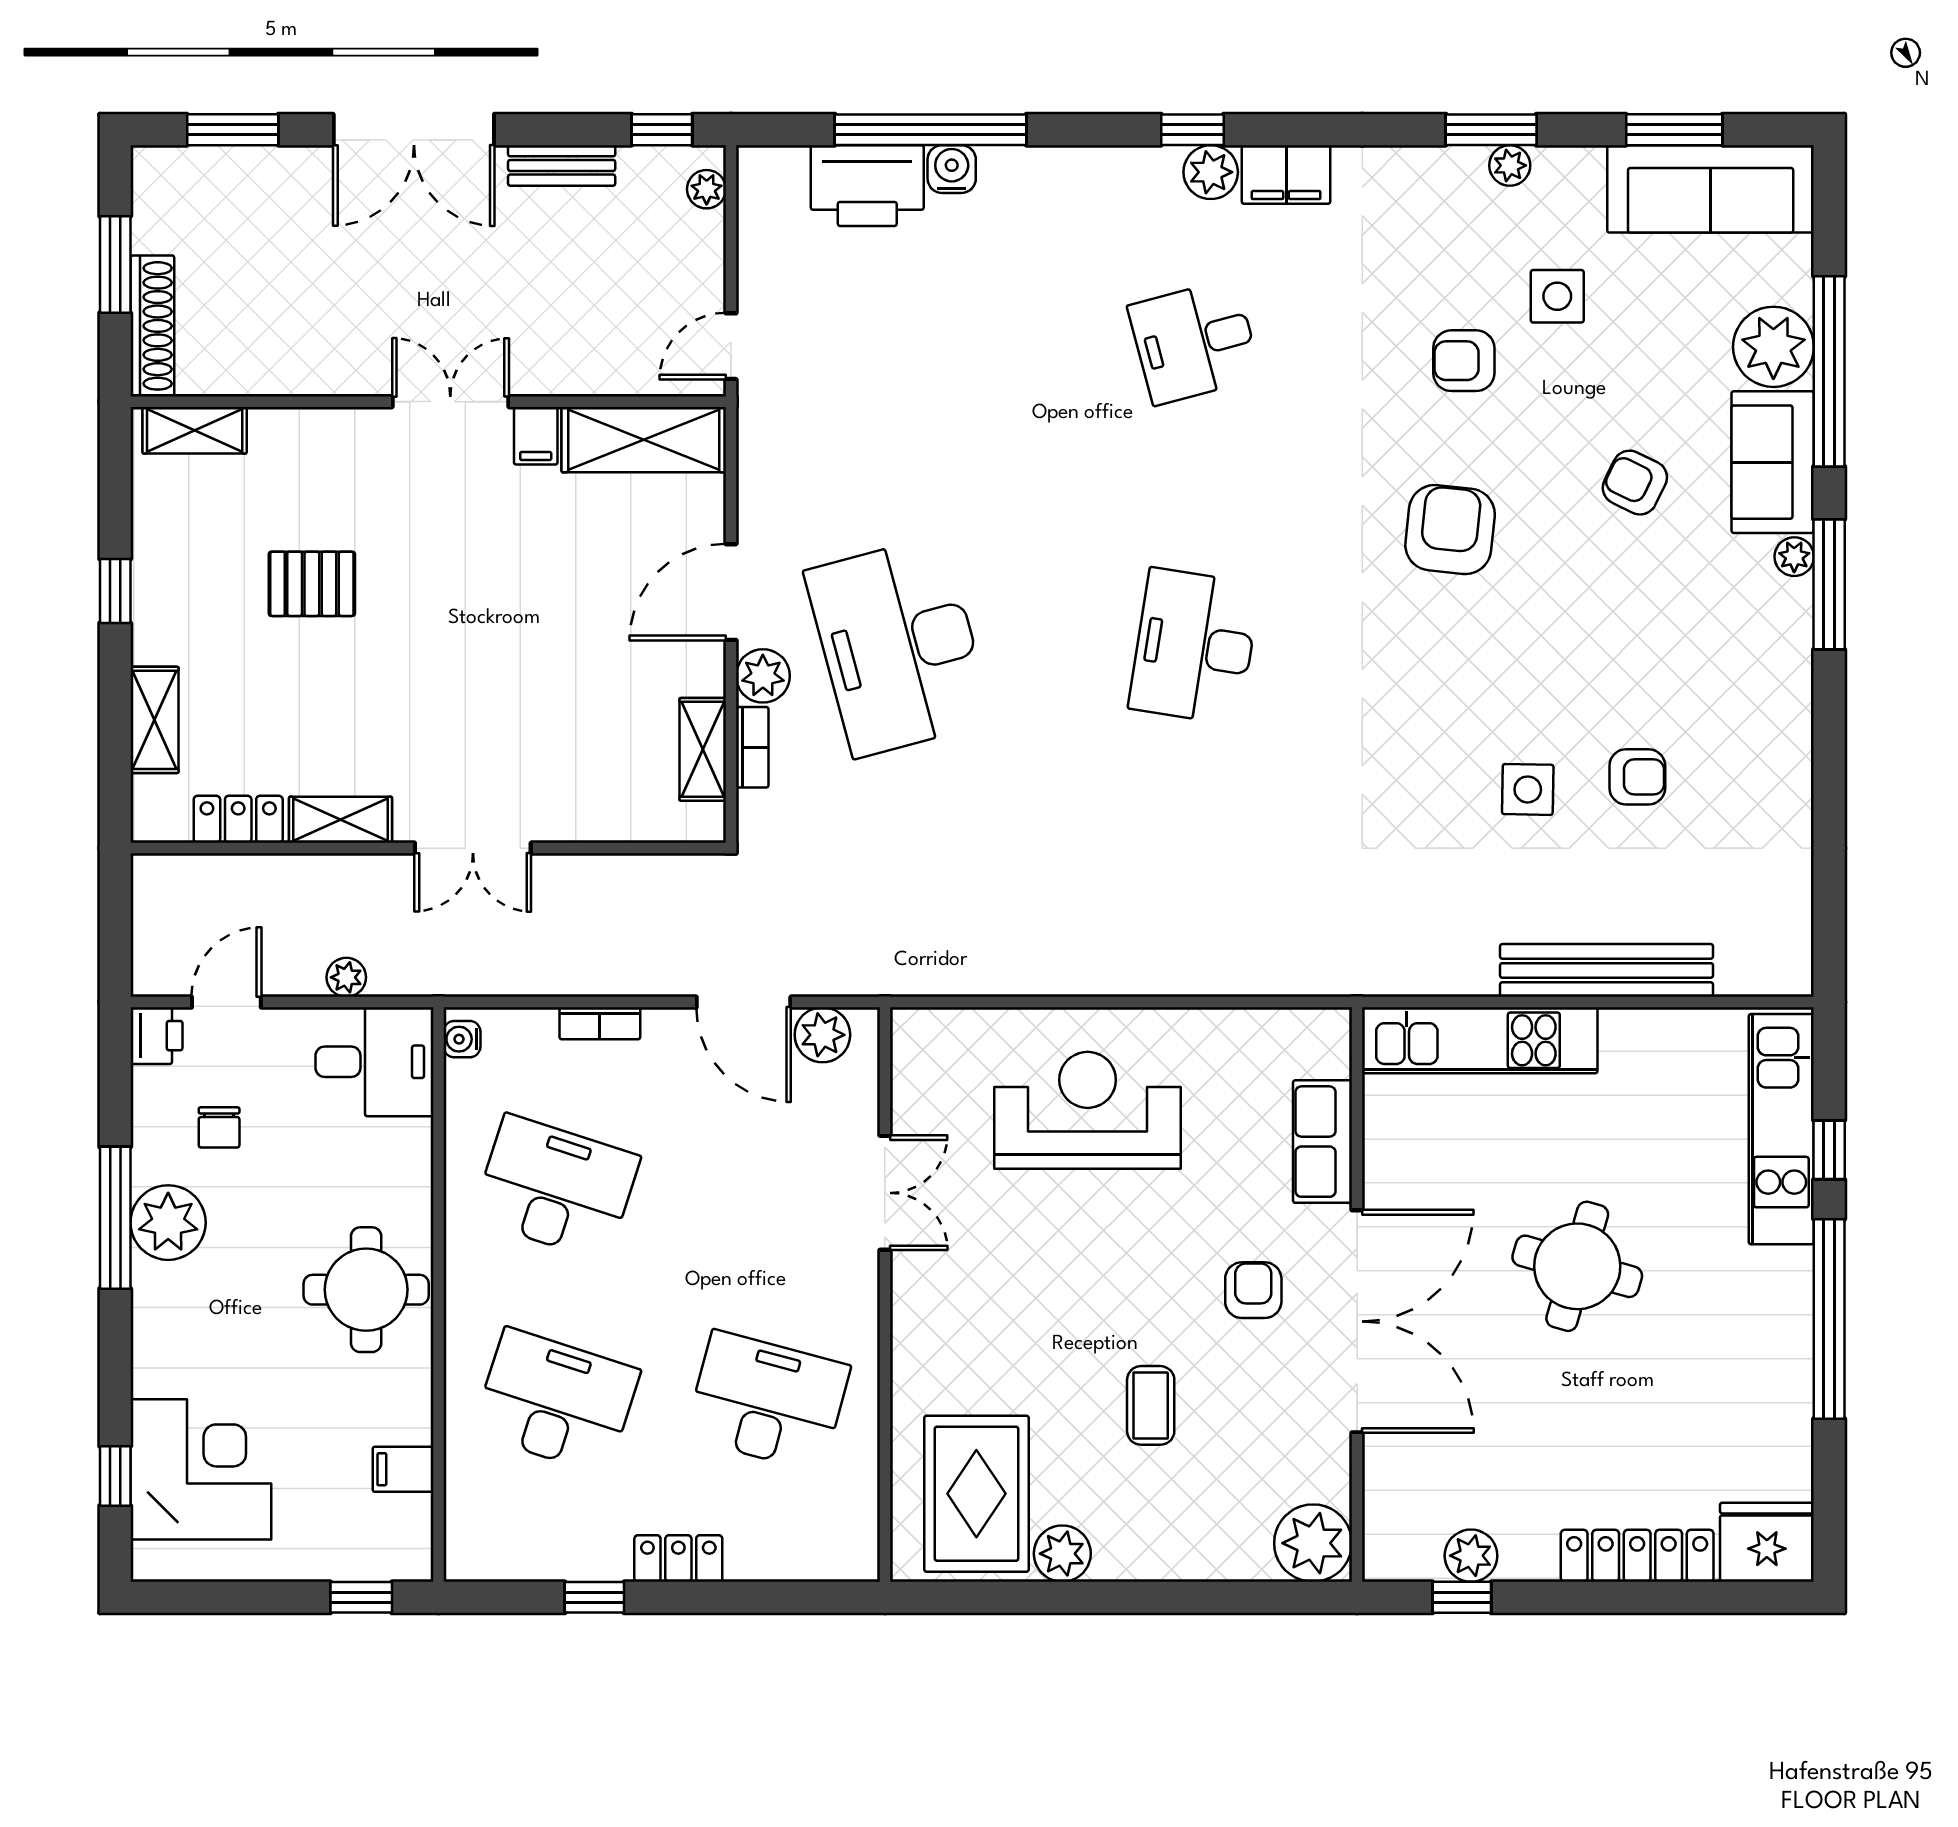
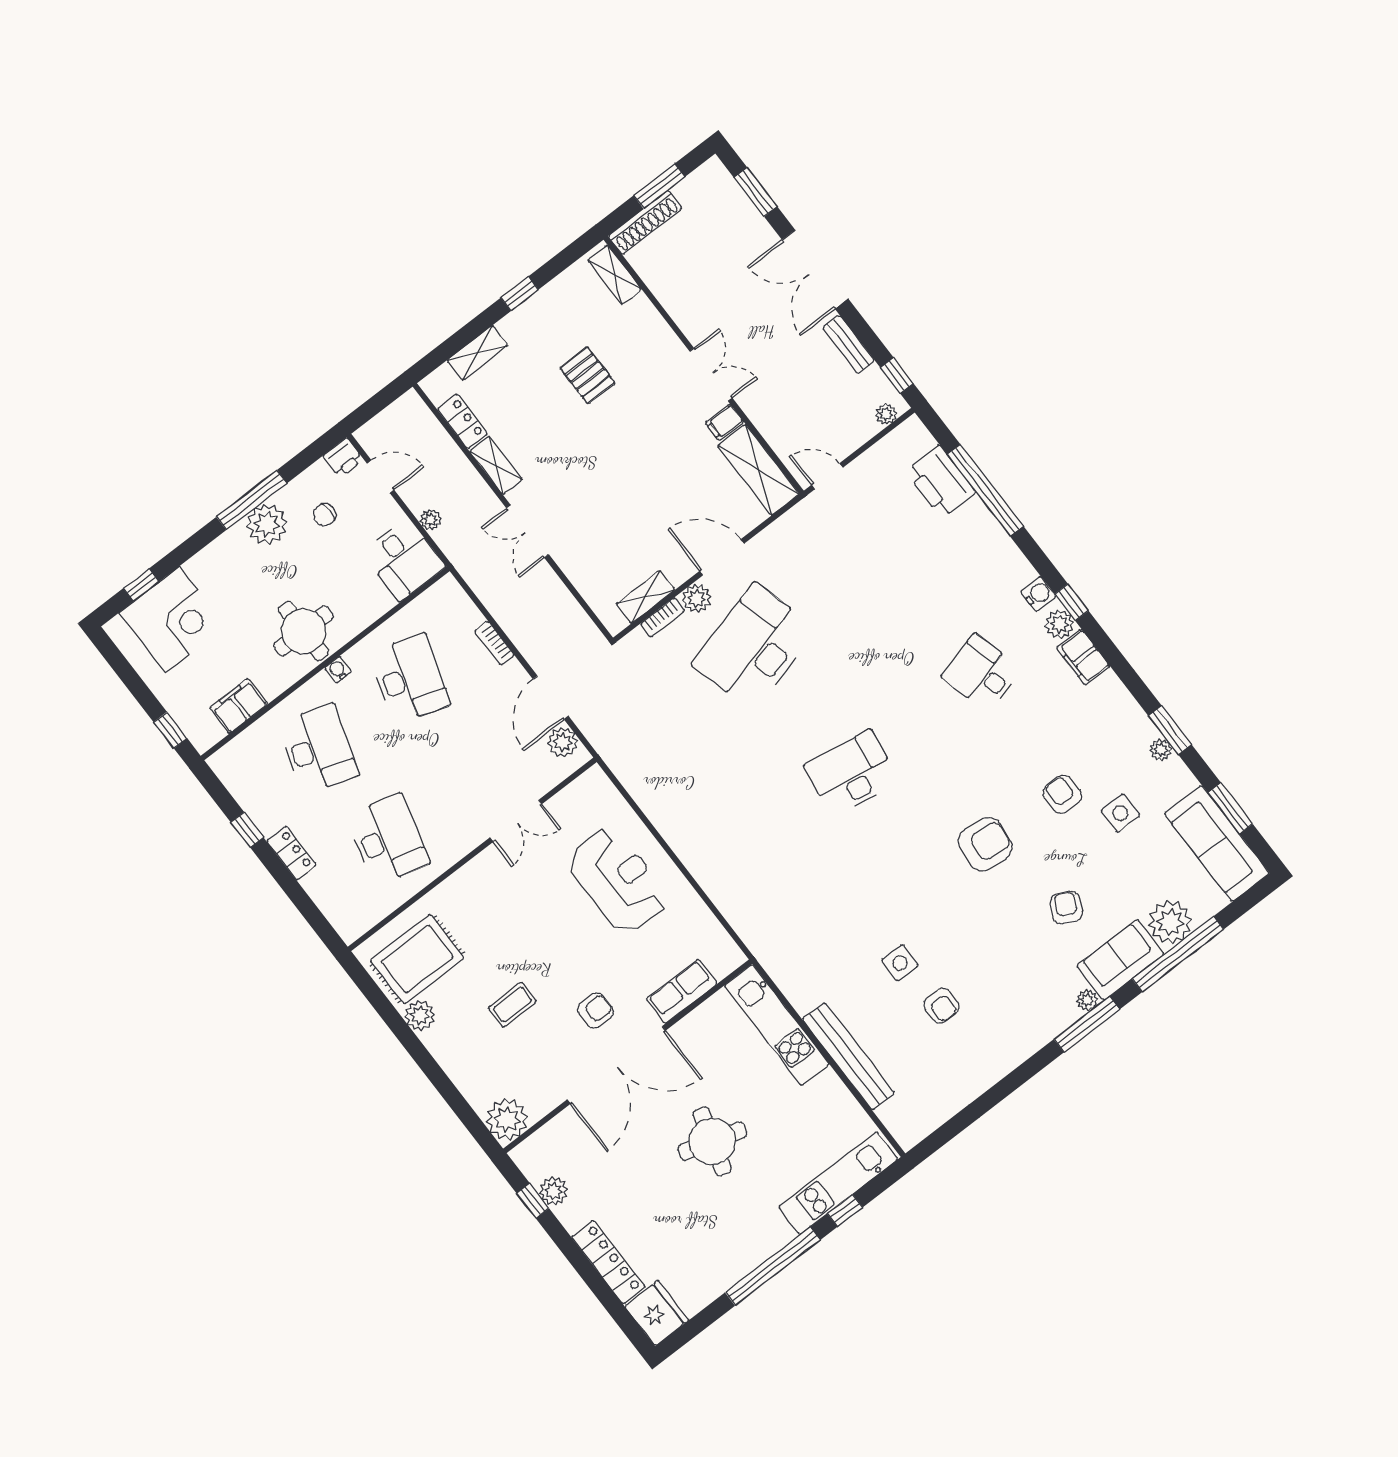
water cooler: (952, 169) -> (1038, 594), moved
water cooler: (462, 1039) -> (338, 670), moved
filing cabinet: (403, 1469) -> (239, 706), width x2.00

